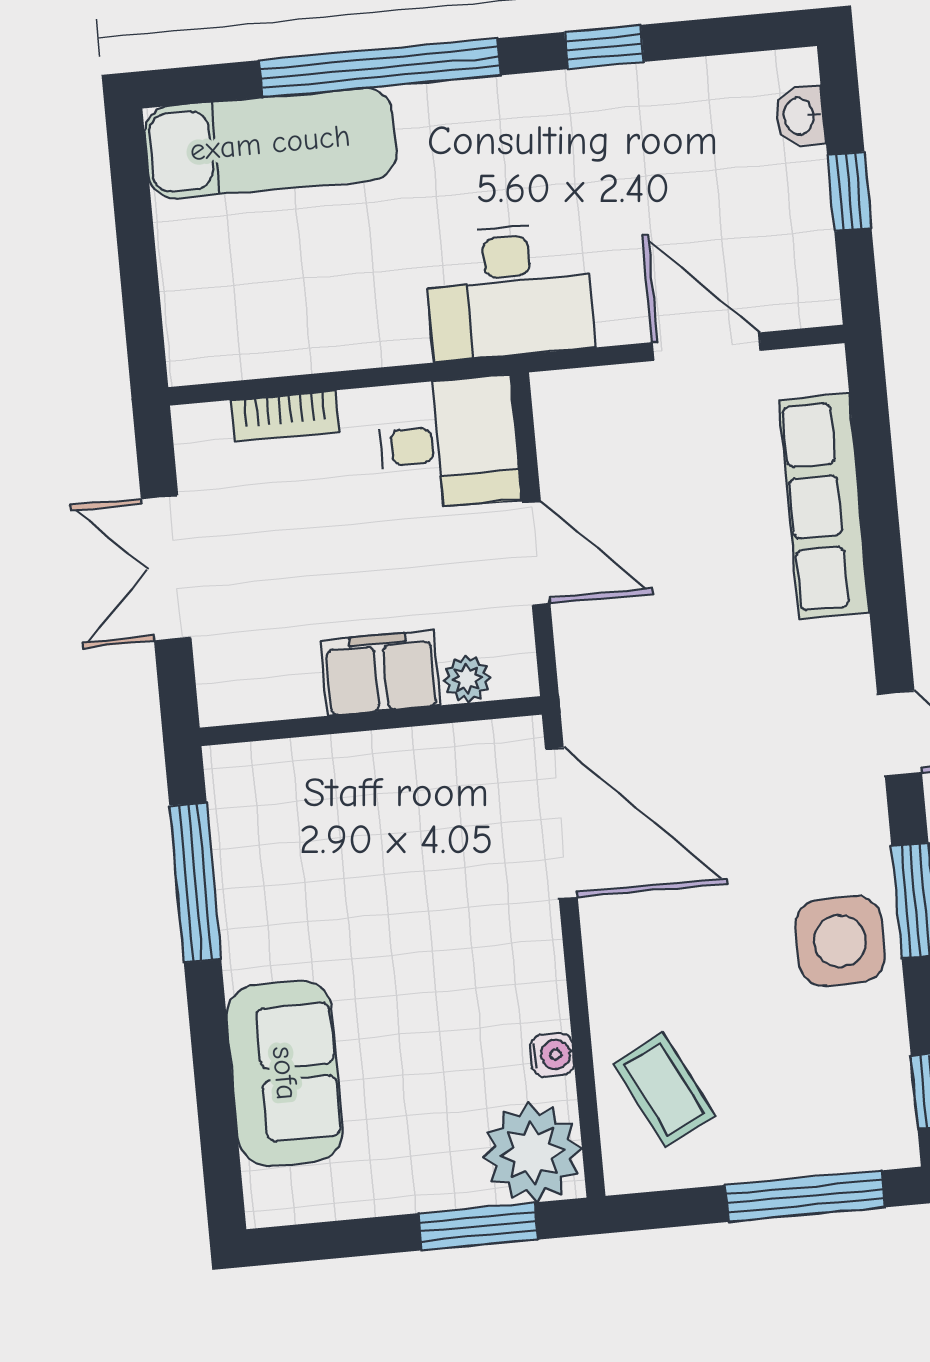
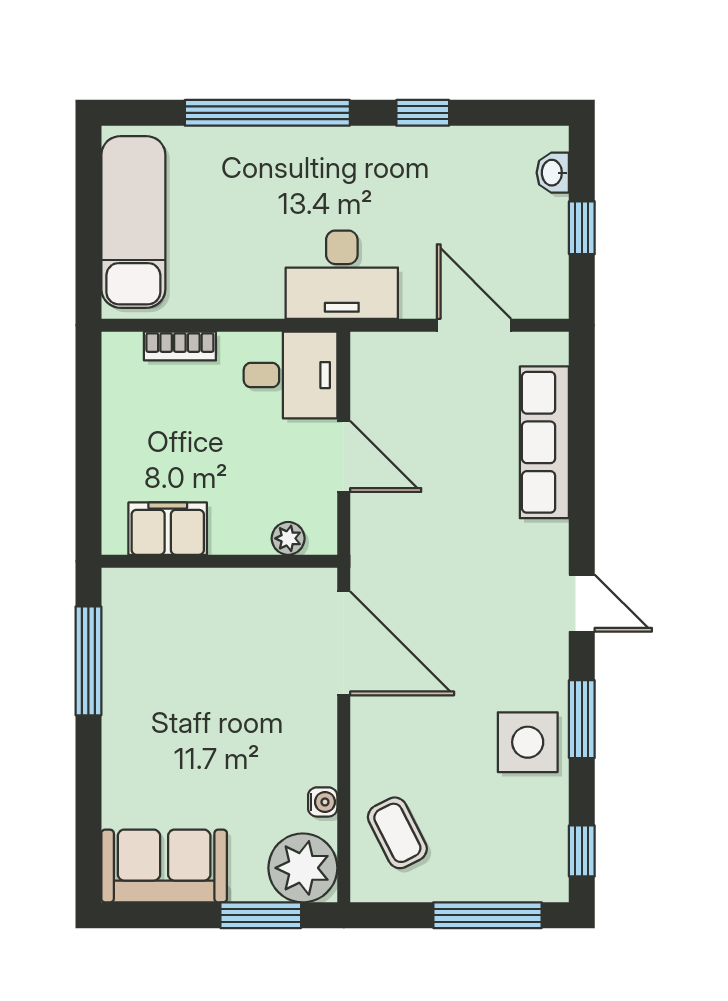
exam couch: (270, 143) -> (133, 222), moved, turned -90
double door: (166, 568) -> (88, 443), removed
filing cabinet: (381, 673) -> (168, 529), moved
sofa: (285, 1073) -> (164, 866), moved, turned -90

